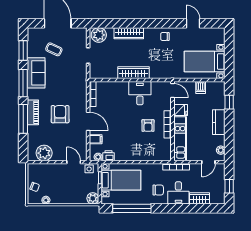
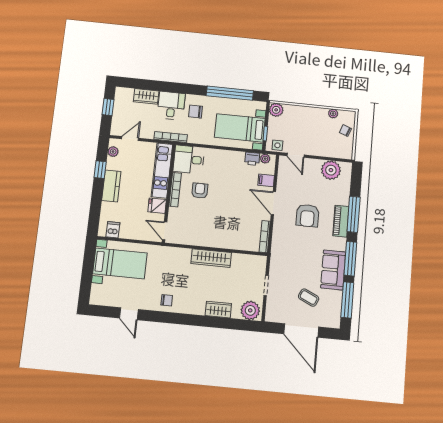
wardrobe: (129, 33) -> (218, 310), width x0.67
window: (23, 50) -> (347, 300), width x1.44
dishwasher: (201, 87) -> (113, 230), moved
desk: (140, 93) -> (189, 159), moved, turned 90
window: (229, 102) -> (100, 170), moved

